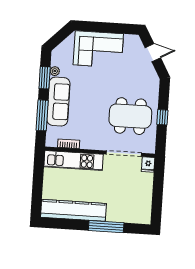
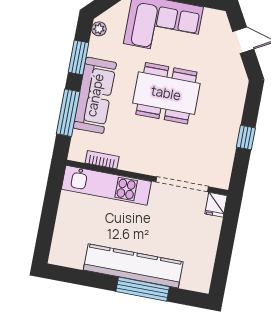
plant: (55, 71) -> (99, 29), moved
dining table: (130, 116) -> (166, 93), moved
kitchen counter: (73, 210) -> (133, 266), moved

